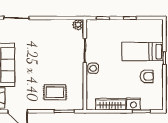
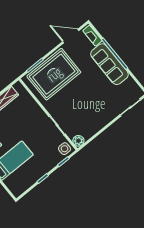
side table: (93, 68) -> (65, 149), moved
rug: (55, 92) -> (54, 74), width x1.86, depth x2.06

